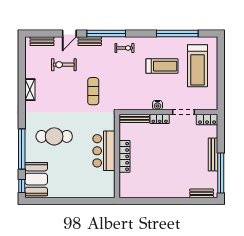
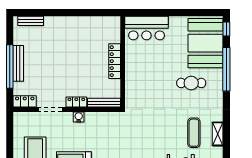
exercise mat: (93, 91) -> (194, 133), moved
cafe table: (54, 136) -> (191, 83), width x0.73, depth x0.74
bar counter: (104, 151) -> (146, 28), moved, turned 90
window: (221, 173) -> (10, 67), moved
booth: (36, 179) -> (206, 43), width x1.36, depth x1.42

